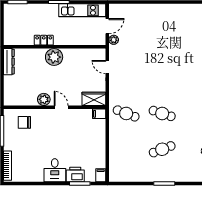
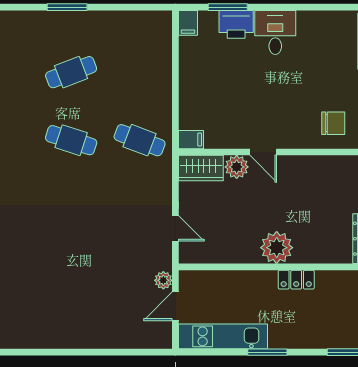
plant: (44, 99) -> (237, 167), moved

